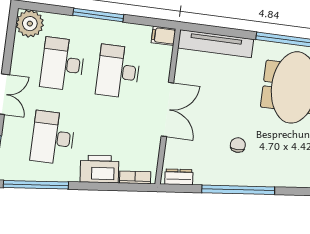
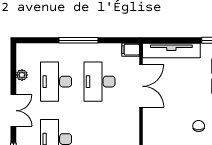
plant: (30, 24) -> (22, 75), moved, width x0.53, depth x0.53
double door: (167, 109) -> (141, 86), moved

